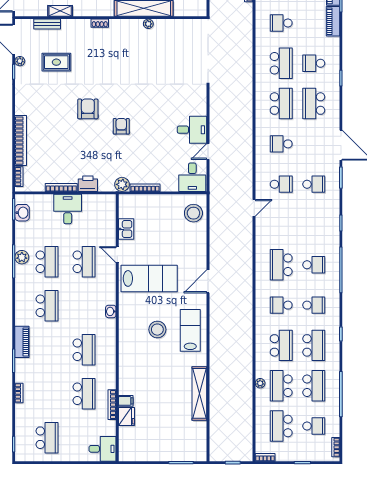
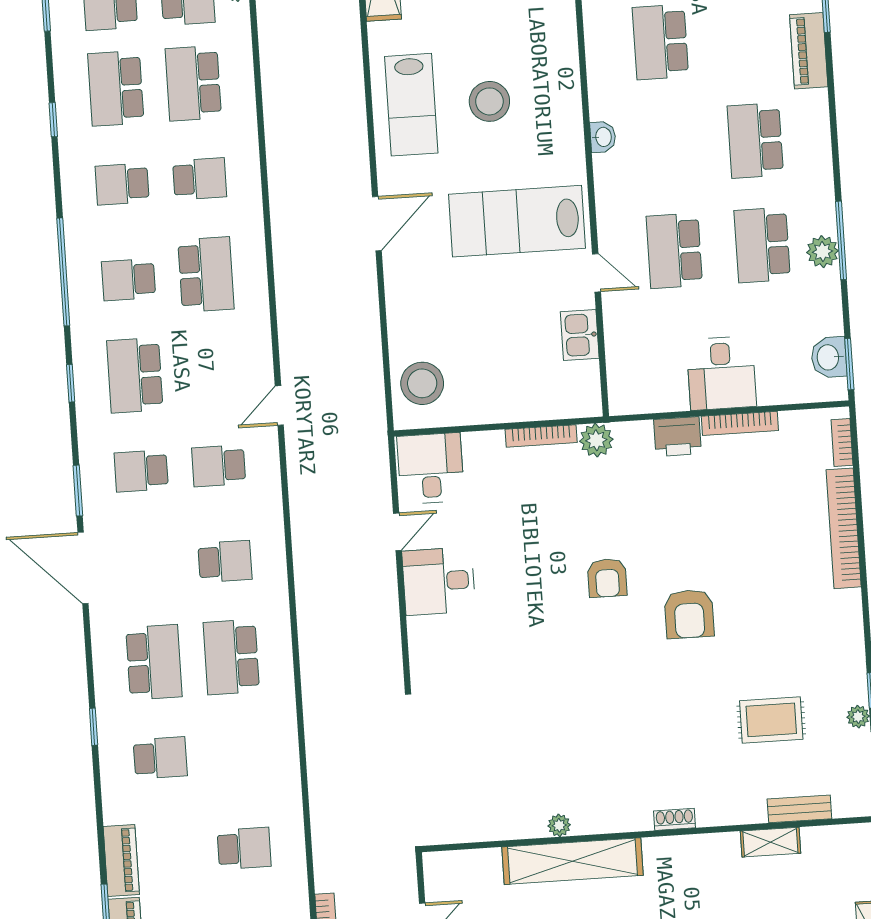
school desk: (281, 63) -> (135, 375), moved

